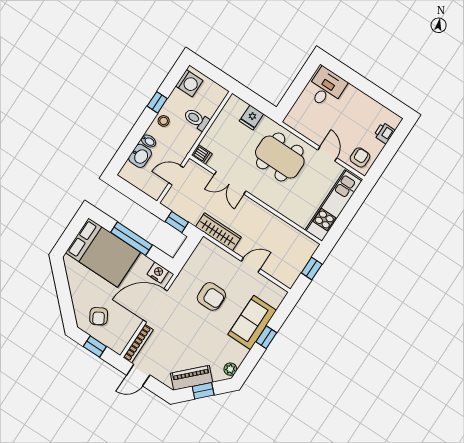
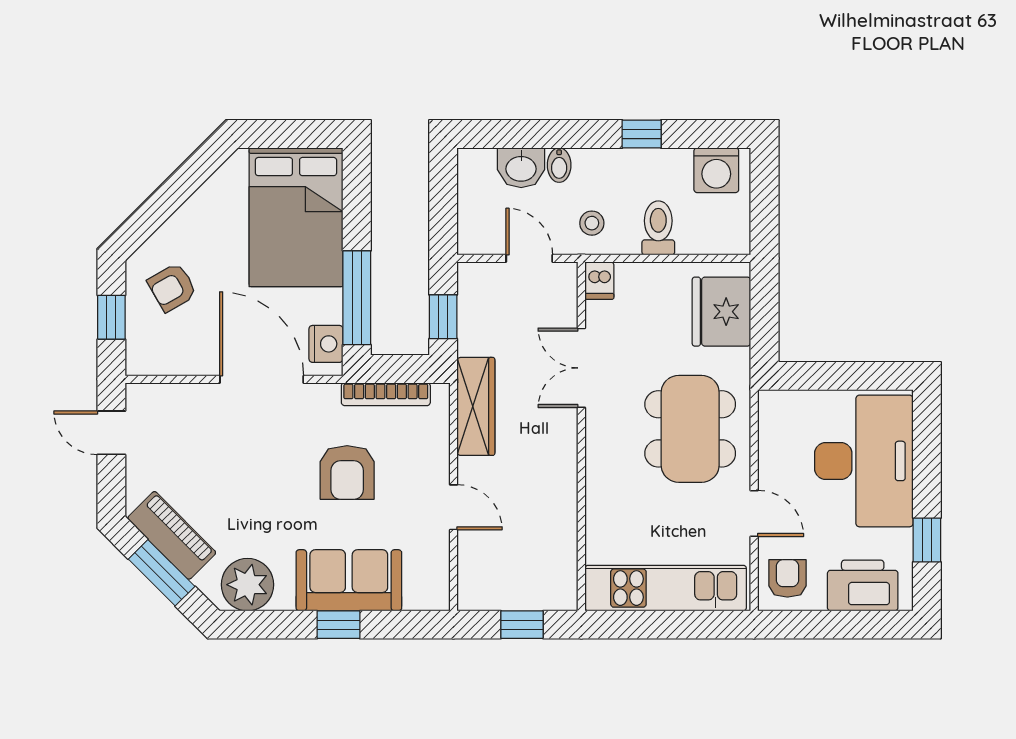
desk: (326, 88) -> (864, 461), width x1.87, depth x1.30
window: (380, 96) -> (927, 540), added
fridge: (251, 117) -> (721, 312), width x1.88, depth x1.34
stool: (164, 121) -> (592, 223), moved
printer: (384, 133) -> (863, 585), width x1.87, depth x1.48
door: (327, 154) -> (754, 513), hinge flipped
armchair: (360, 157) -> (787, 578), turned -90
window: (132, 239) -> (357, 298), moved
bookcase: (138, 344) -> (386, 394), moved
plant: (230, 369) -> (248, 585), width x1.88, depth x1.88
window: (203, 391) -> (162, 573), width x1.50

